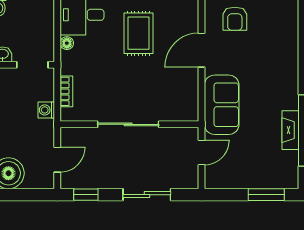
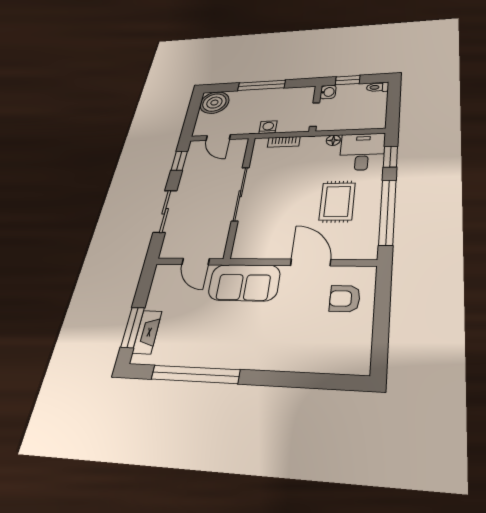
rug: (138, 33) -> (337, 201), turned 90
fireplace: (290, 130) -> (147, 332), moved, turned 90

